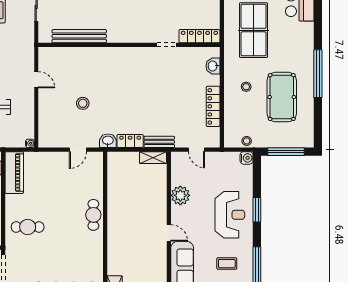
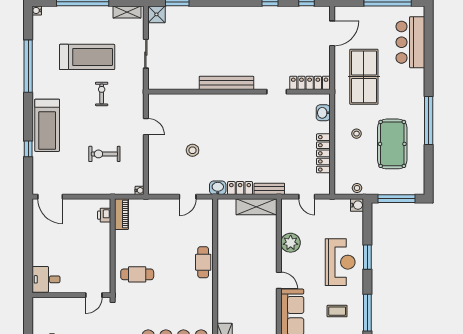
bench: (79, 36) -> (226, 83), moved
shelving: (153, 158) -> (256, 207), width x1.50, depth x1.33
piano: (14, 173) -> (121, 214), width x0.73, depth x0.75

